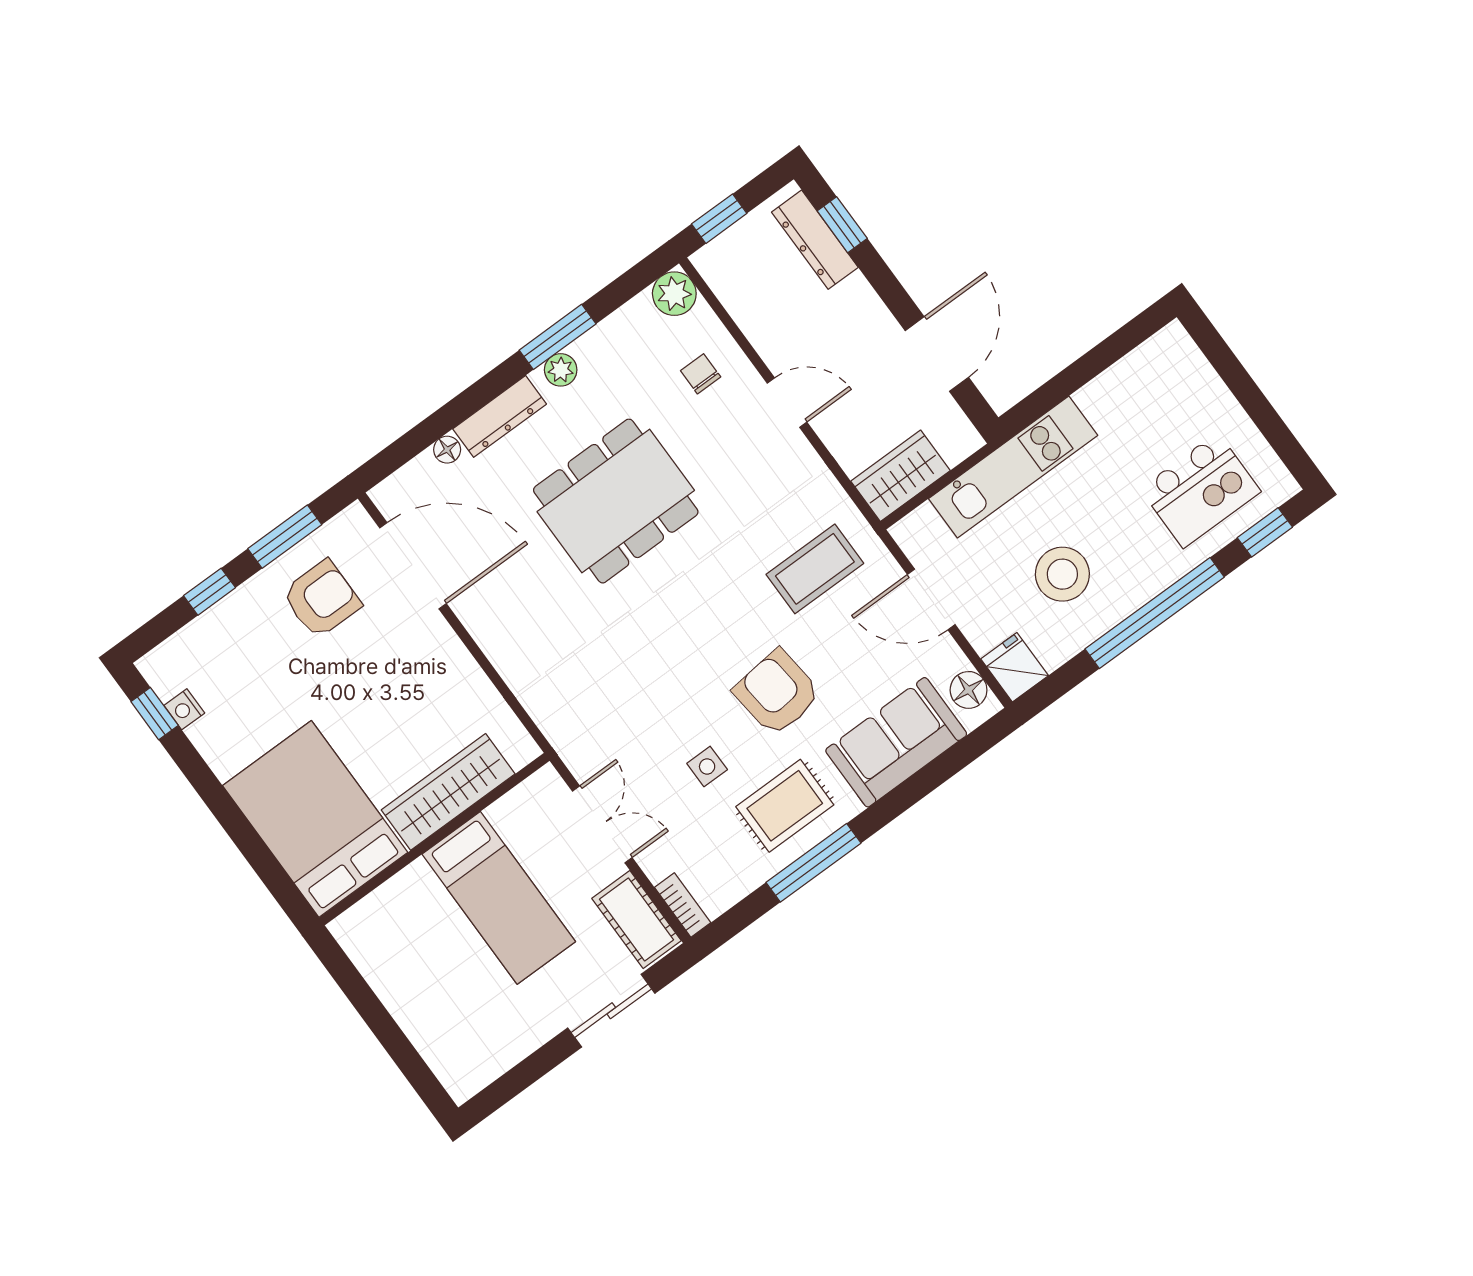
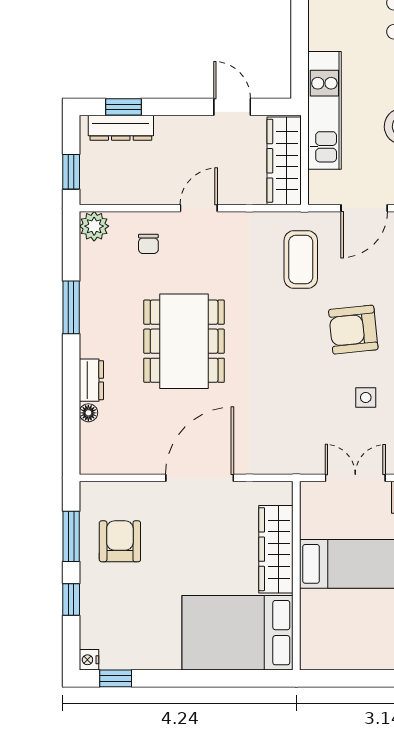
door: (937, 354) -> (232, 107), width x0.73
plant: (561, 370) -> (90, 319), removed
chair: (701, 374) -> (148, 244), turned -90
dresser: (500, 416) -> (91, 380), width x0.70
wardrobe: (900, 476) -> (284, 161), width x1.50
door: (413, 566) -> (200, 478), moved
nightstand: (184, 709) -> (89, 660), moved, turned 90

